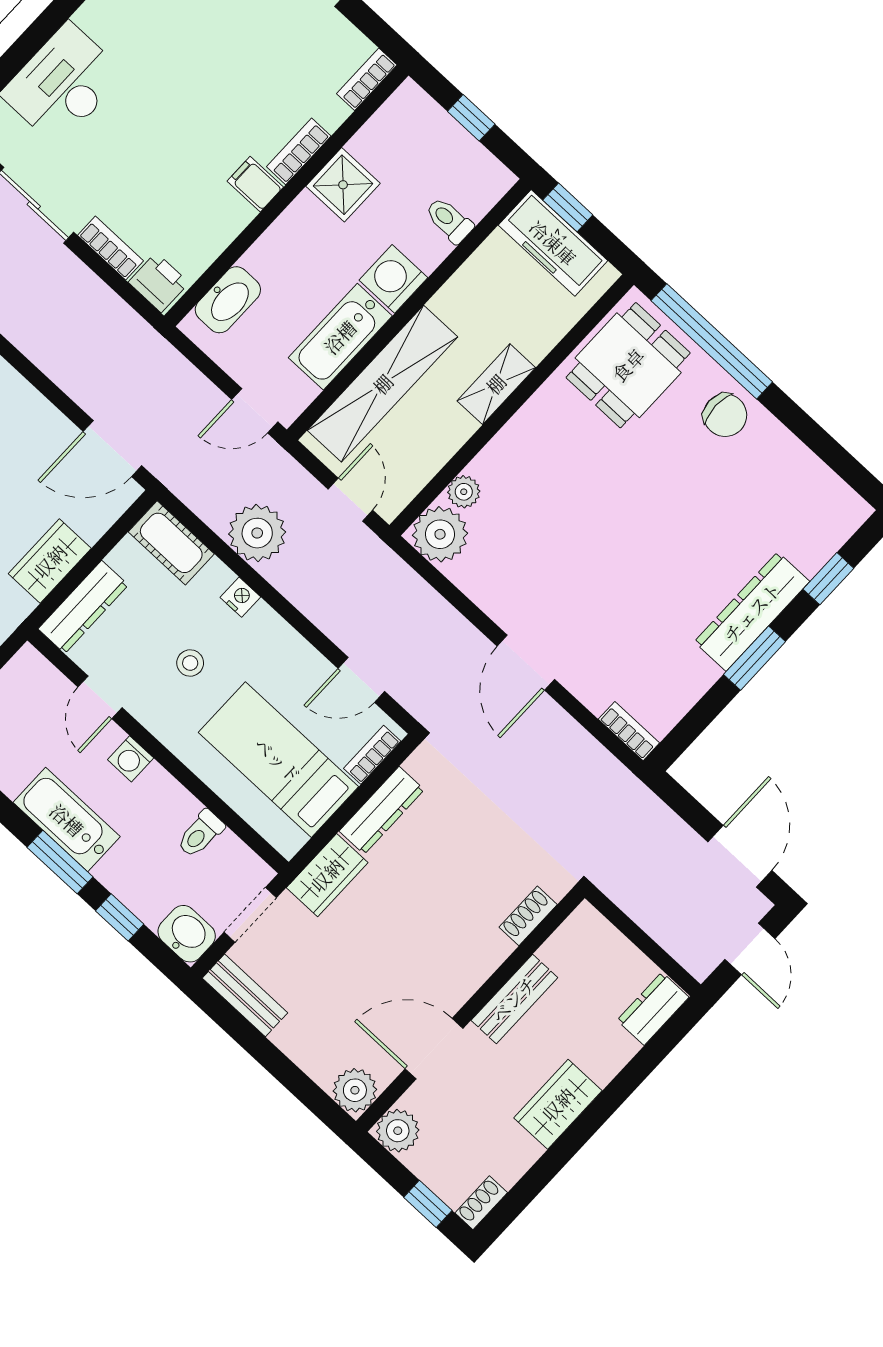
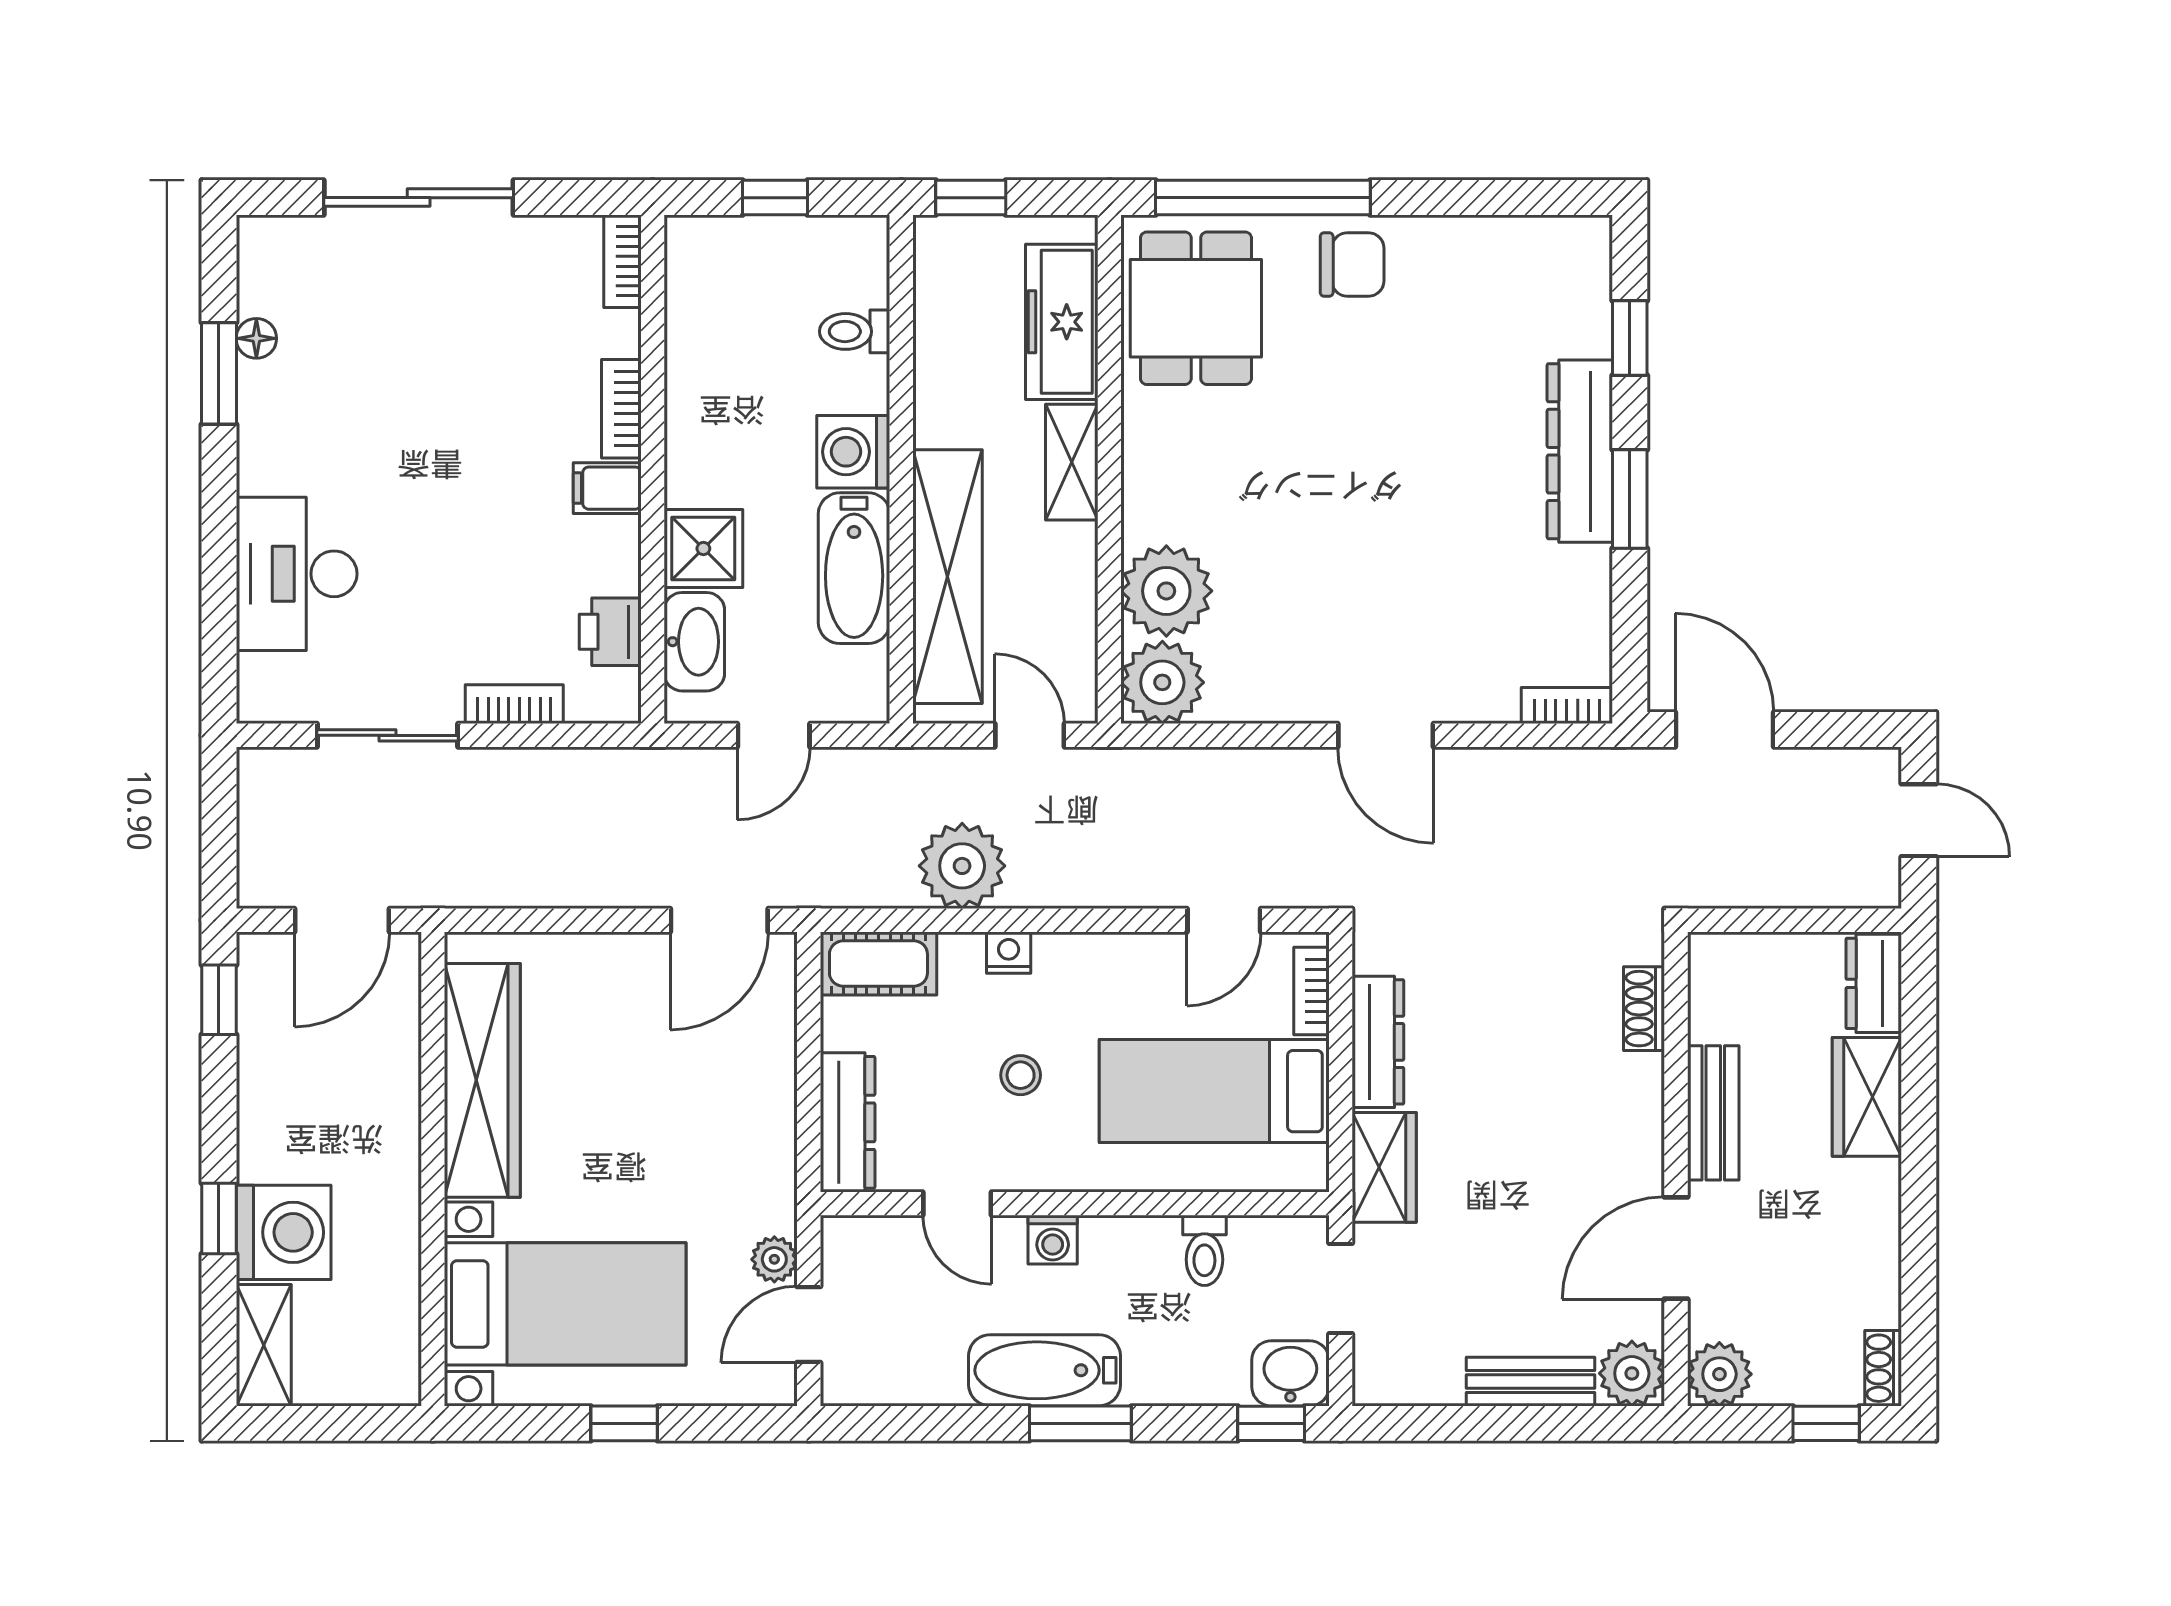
shower: (343, 185) -> (703, 549), moved
freezer: (553, 243) -> (1062, 322), moved, turned 90
printer: (159, 283) -> (610, 632), moved, turned -90
door: (255, 411) -> (774, 735), moved
plant: (464, 492) -> (1166, 591), width x1.88, depth x1.88
wardrobe: (50, 561) -> (765, 1106), removed
door: (740, 856) -> (1725, 730), moved
window: (120, 917) -> (1271, 1423), moved
bench: (245, 995) -> (1530, 1382), moved
wardrobe: (558, 1104) -> (1867, 1097), moved

